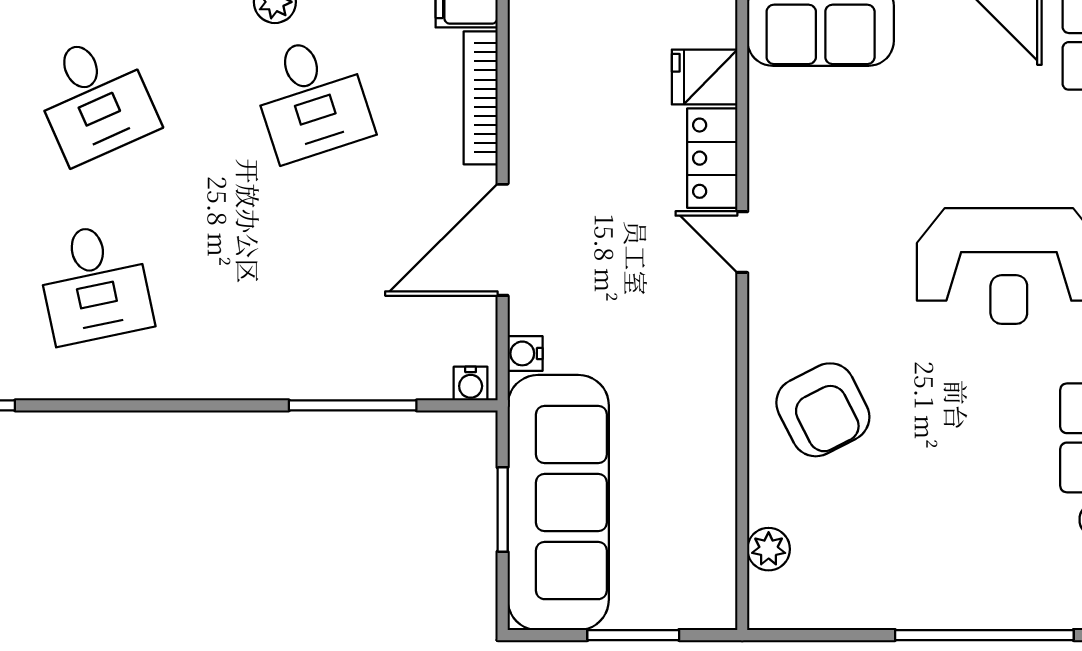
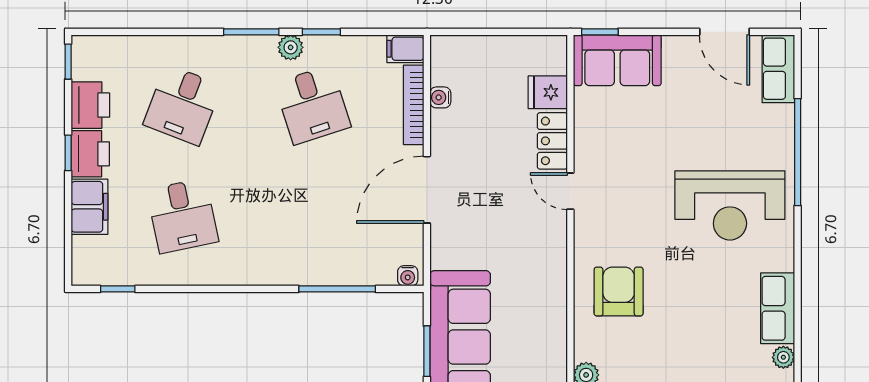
desk: (94, 98) -> (183, 105), turned 45
water cooler: (525, 353) -> (440, 97), moved
armchair: (823, 410) -> (619, 292), turned -153

